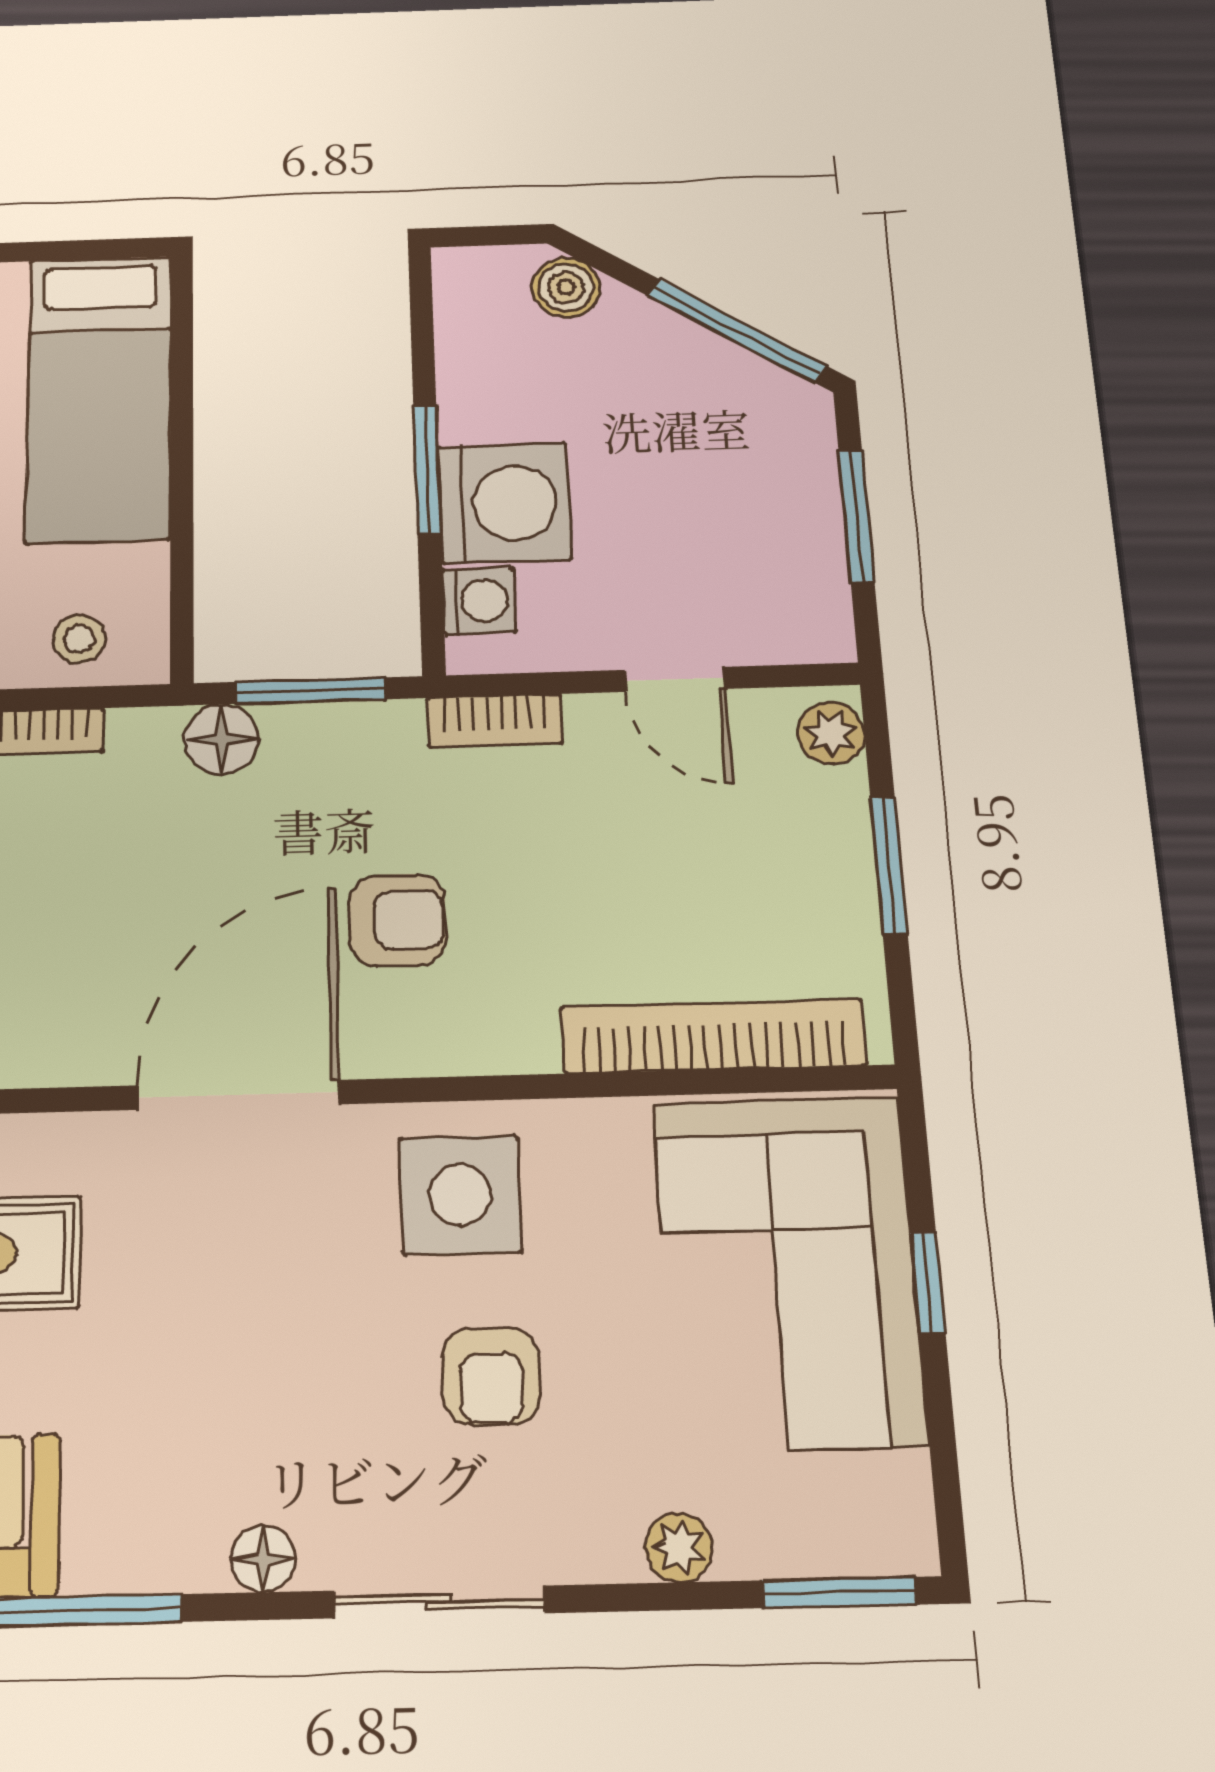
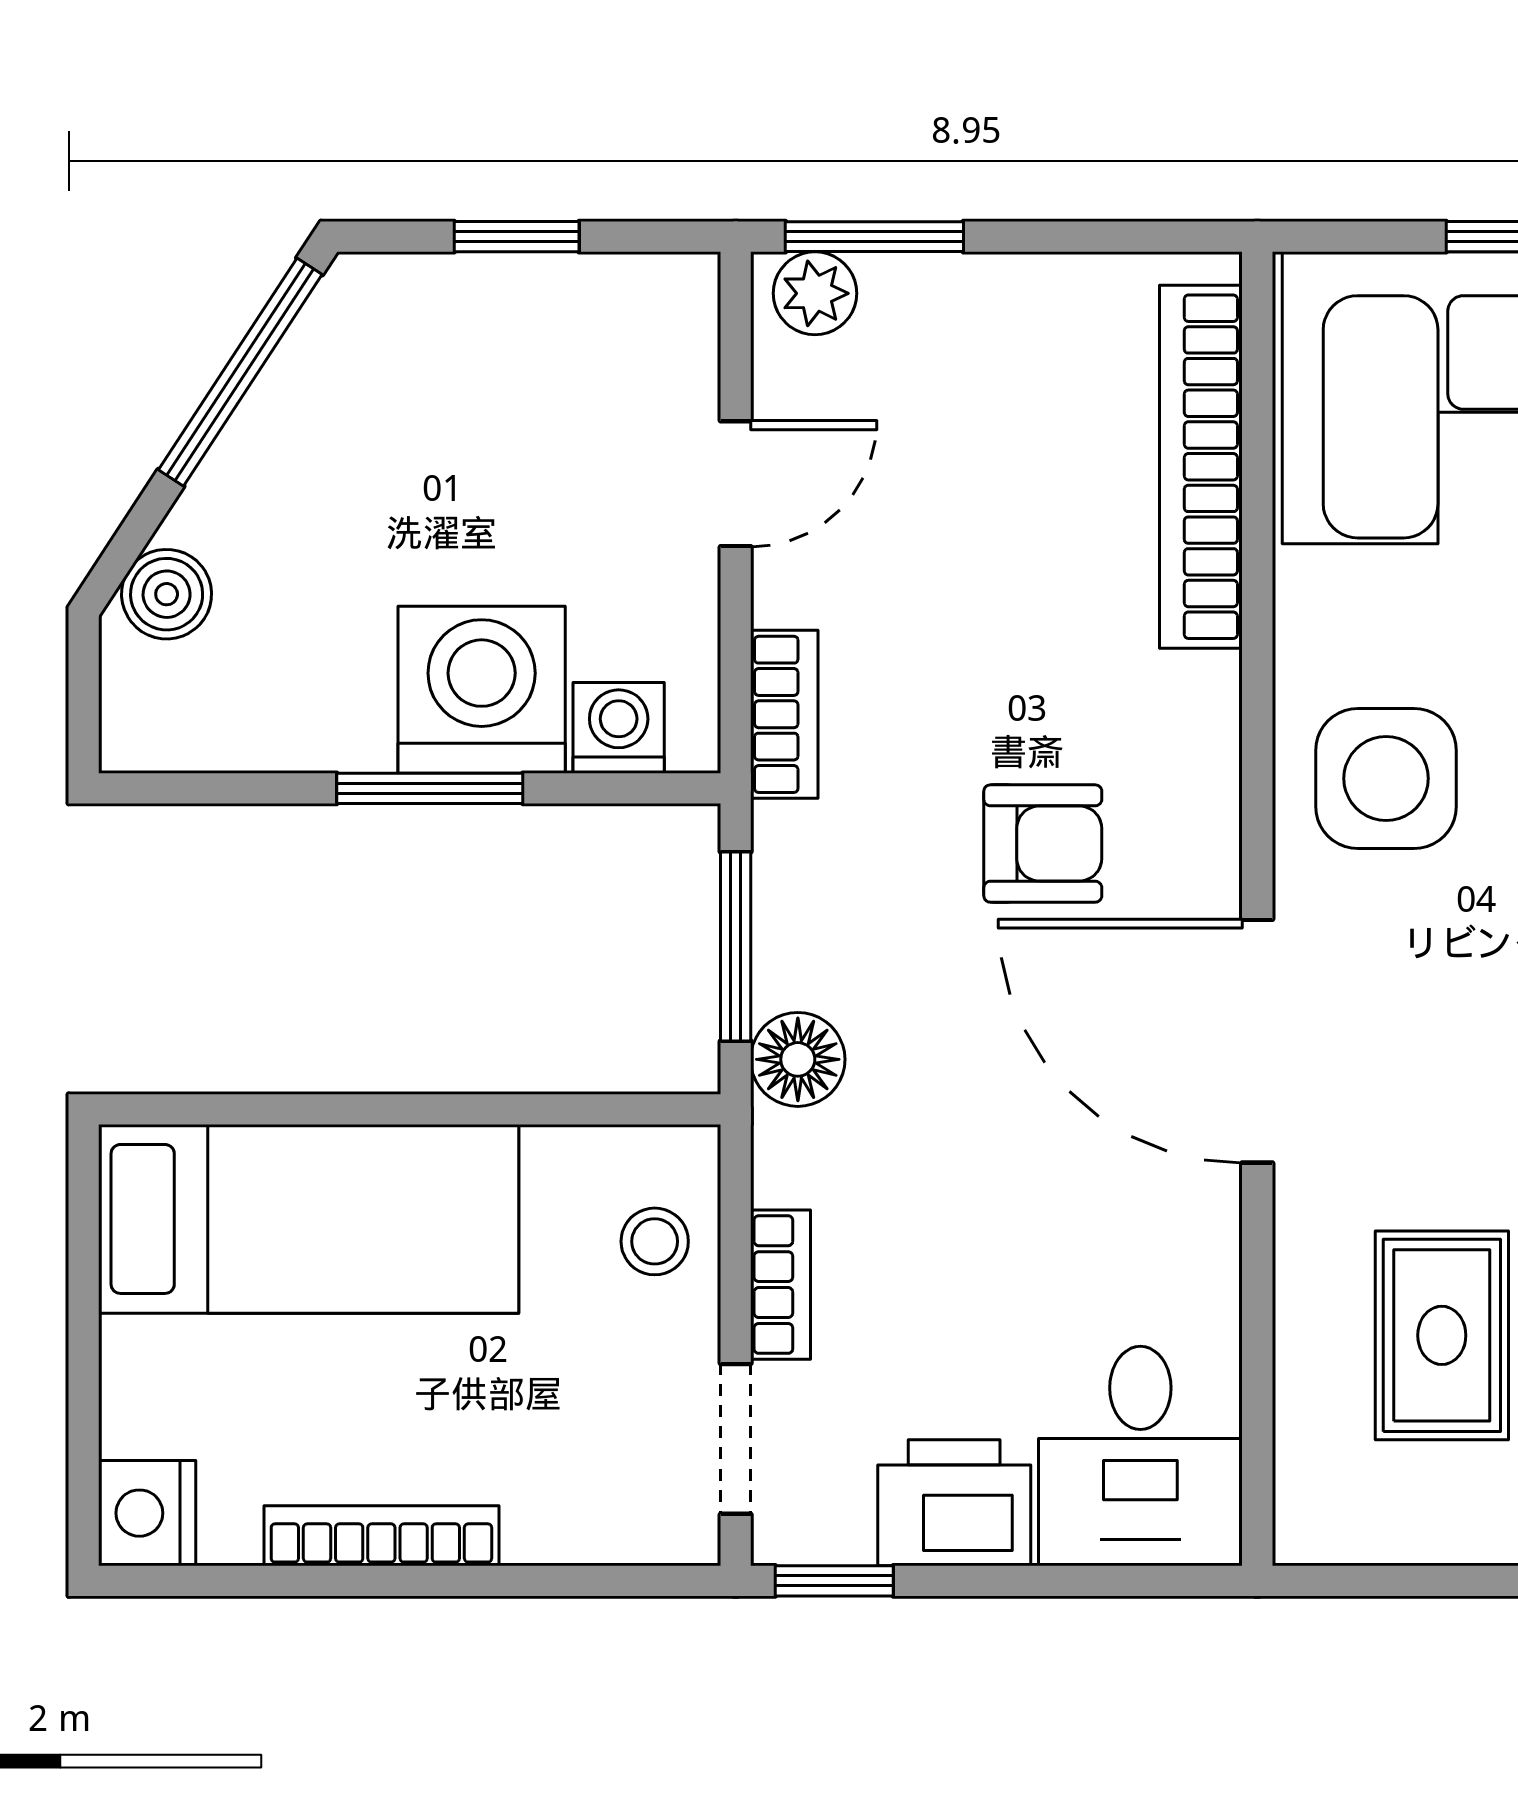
window: (856, 516) -> (517, 237), width x0.67
window: (889, 866) -> (874, 237), moved
armchair: (398, 920) -> (1043, 844), turned 90

